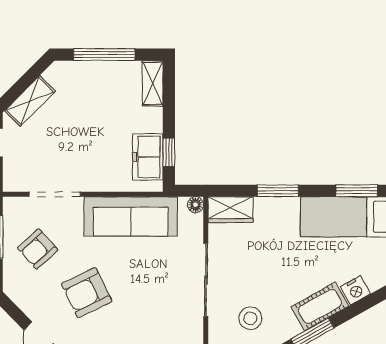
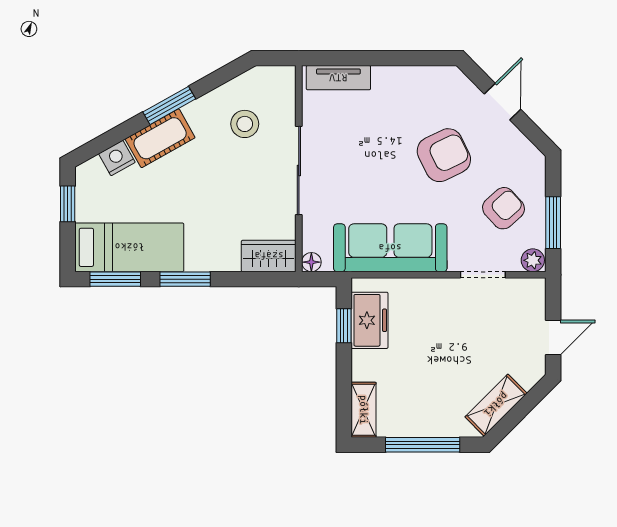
shelving: (30, 101) -> (496, 405), moved
window: (278, 191) -> (185, 279), moved
doorway: (55, 194) -> (483, 275), width x0.73
plant: (14, 206) -> (533, 260), added

